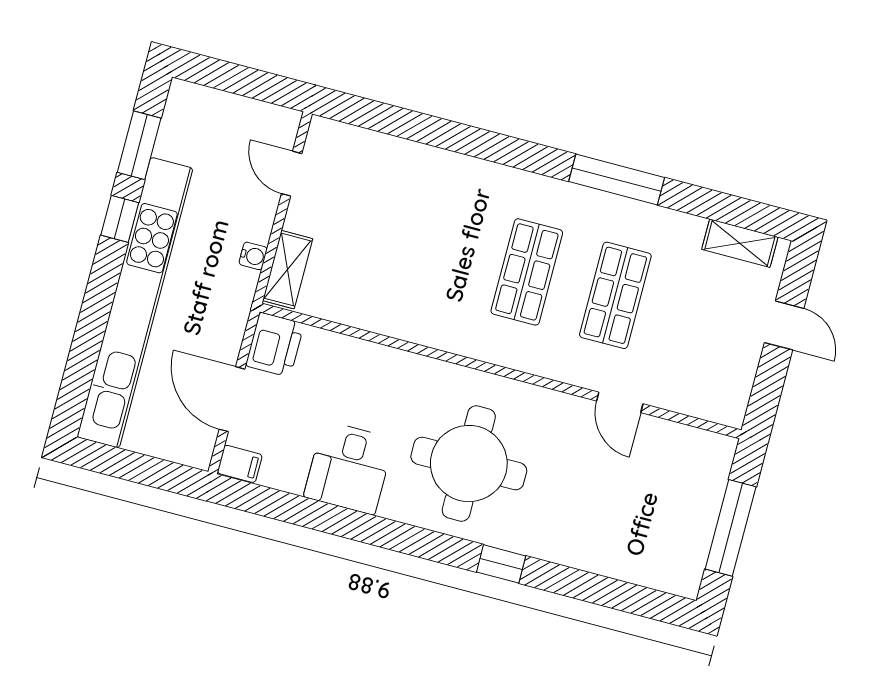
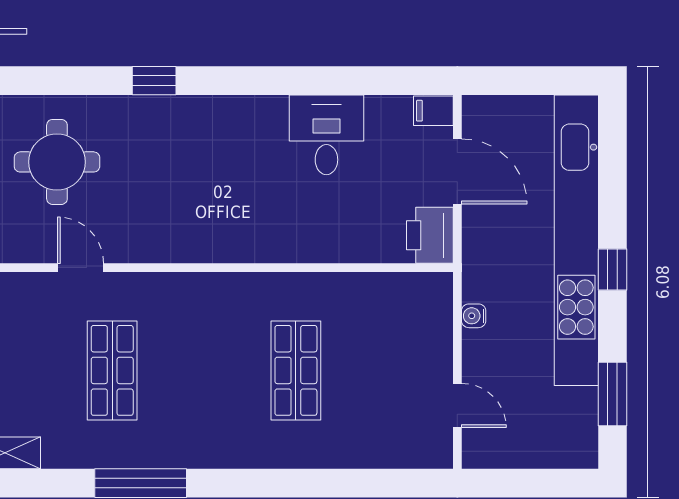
window: (120, 219) -> (613, 269), moved
shelving: (288, 270) -> (437, 311), removed
shop shelf: (527, 272) -> (296, 370), moved
round table: (469, 464) -> (57, 162), moved, width x0.73, depth x0.73

